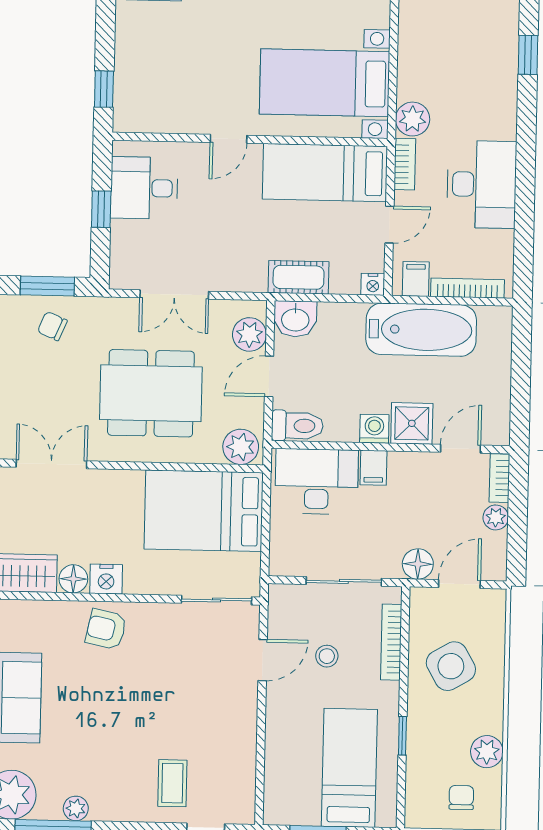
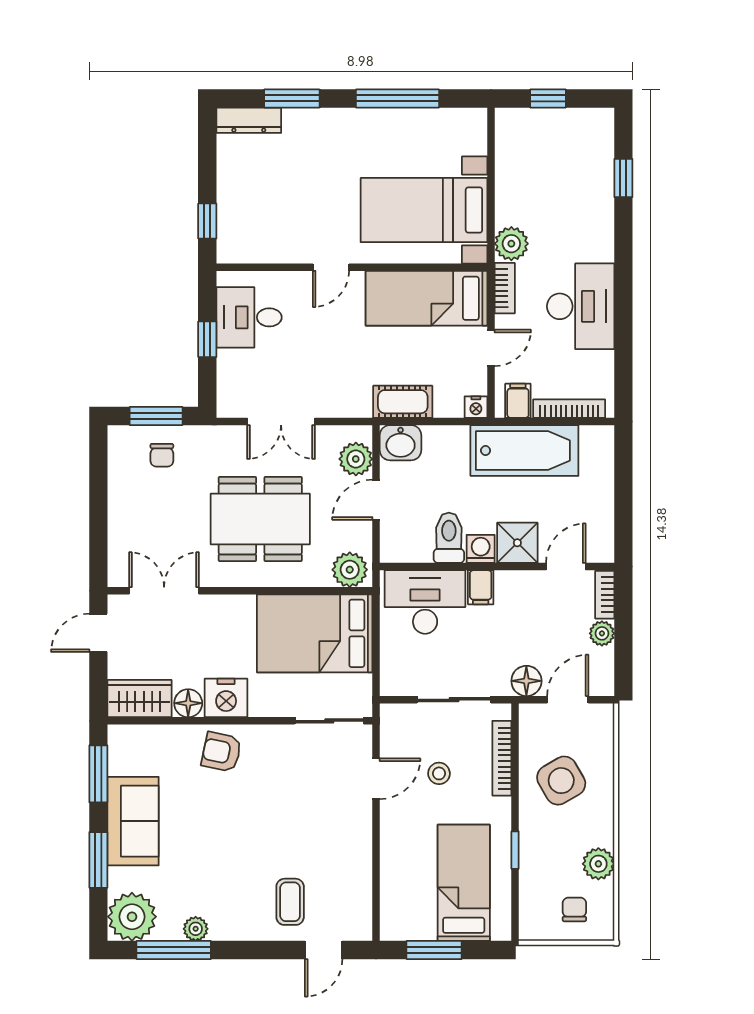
chair: (52, 326) -> (162, 455), turned -113
toilet: (297, 426) -> (449, 538), moved, turned -90
nightstand: (106, 579) -> (226, 698), width x1.36, depth x1.33

